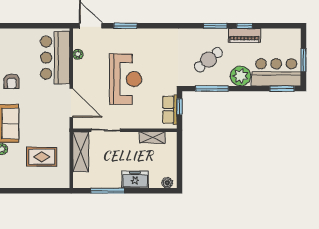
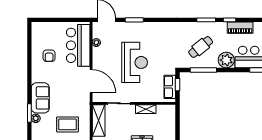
piano: (244, 35) -> (240, 28), moved
armchair: (12, 81) -> (49, 56), moved
shelving: (152, 137) -> (146, 109), moved

